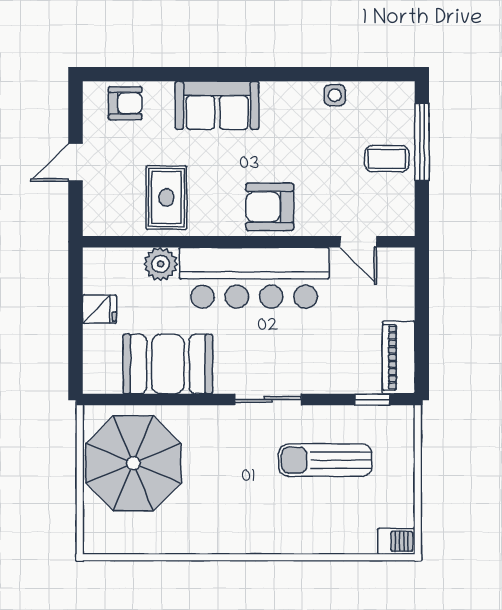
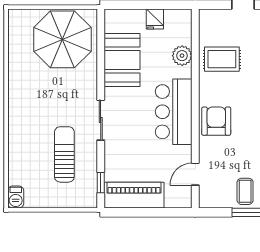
bar counter: (254, 278) -> (174, 112), width x0.73
piano: (399, 357) -> (134, 195), width x1.37, depth x1.33

